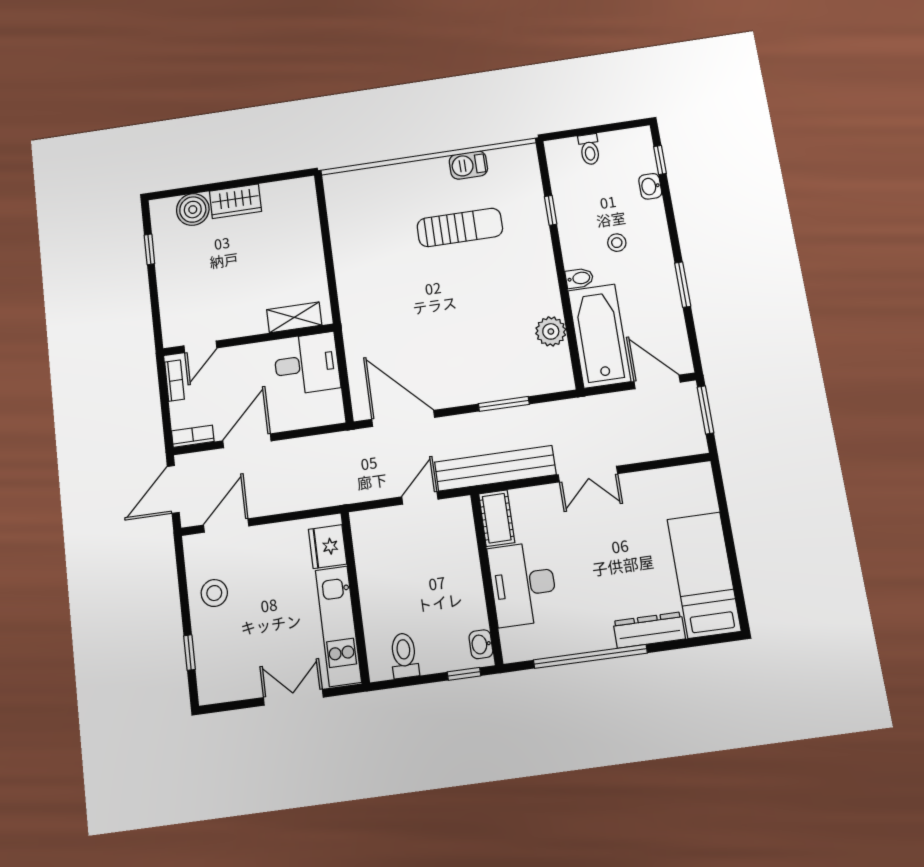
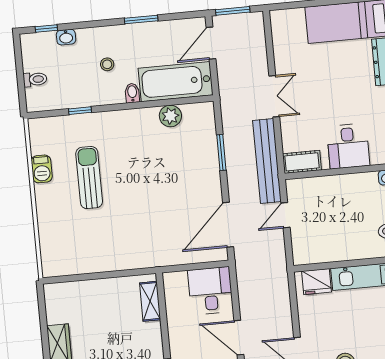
desk: (307, 364) -> (210, 291), moved
door: (420, 498) -> (285, 215), hinge flipped
desk: (523, 584) -> (348, 146), width x0.73

